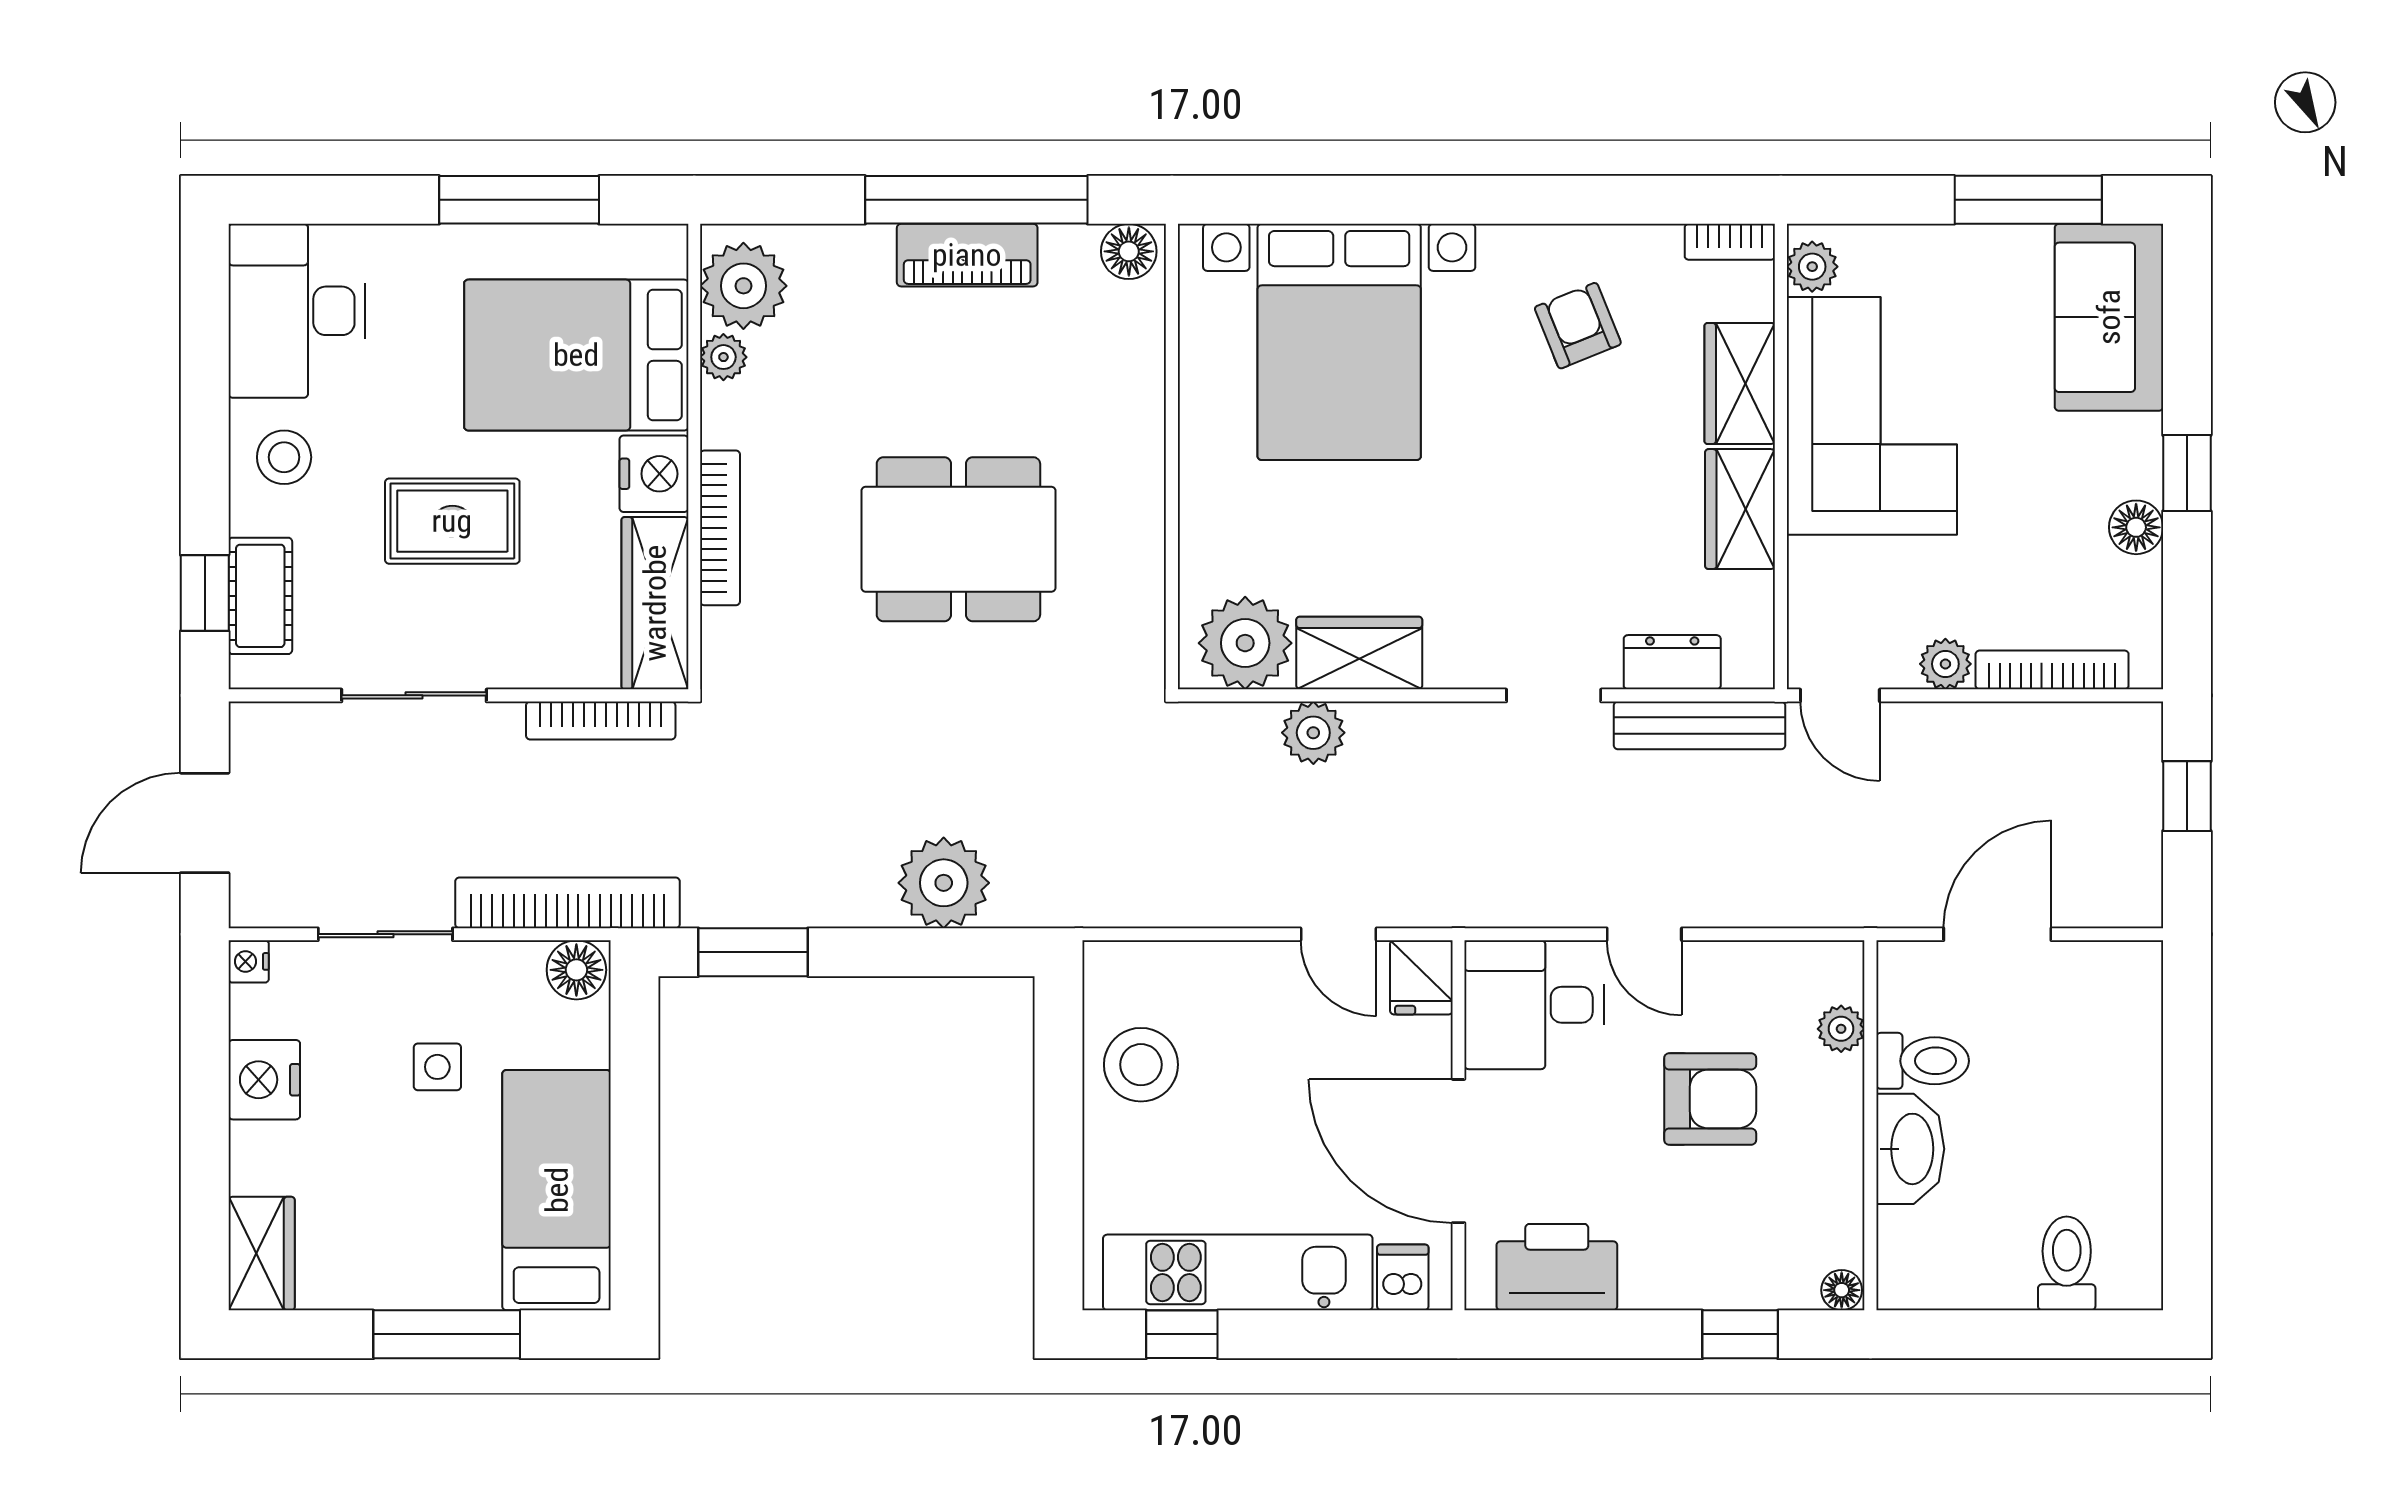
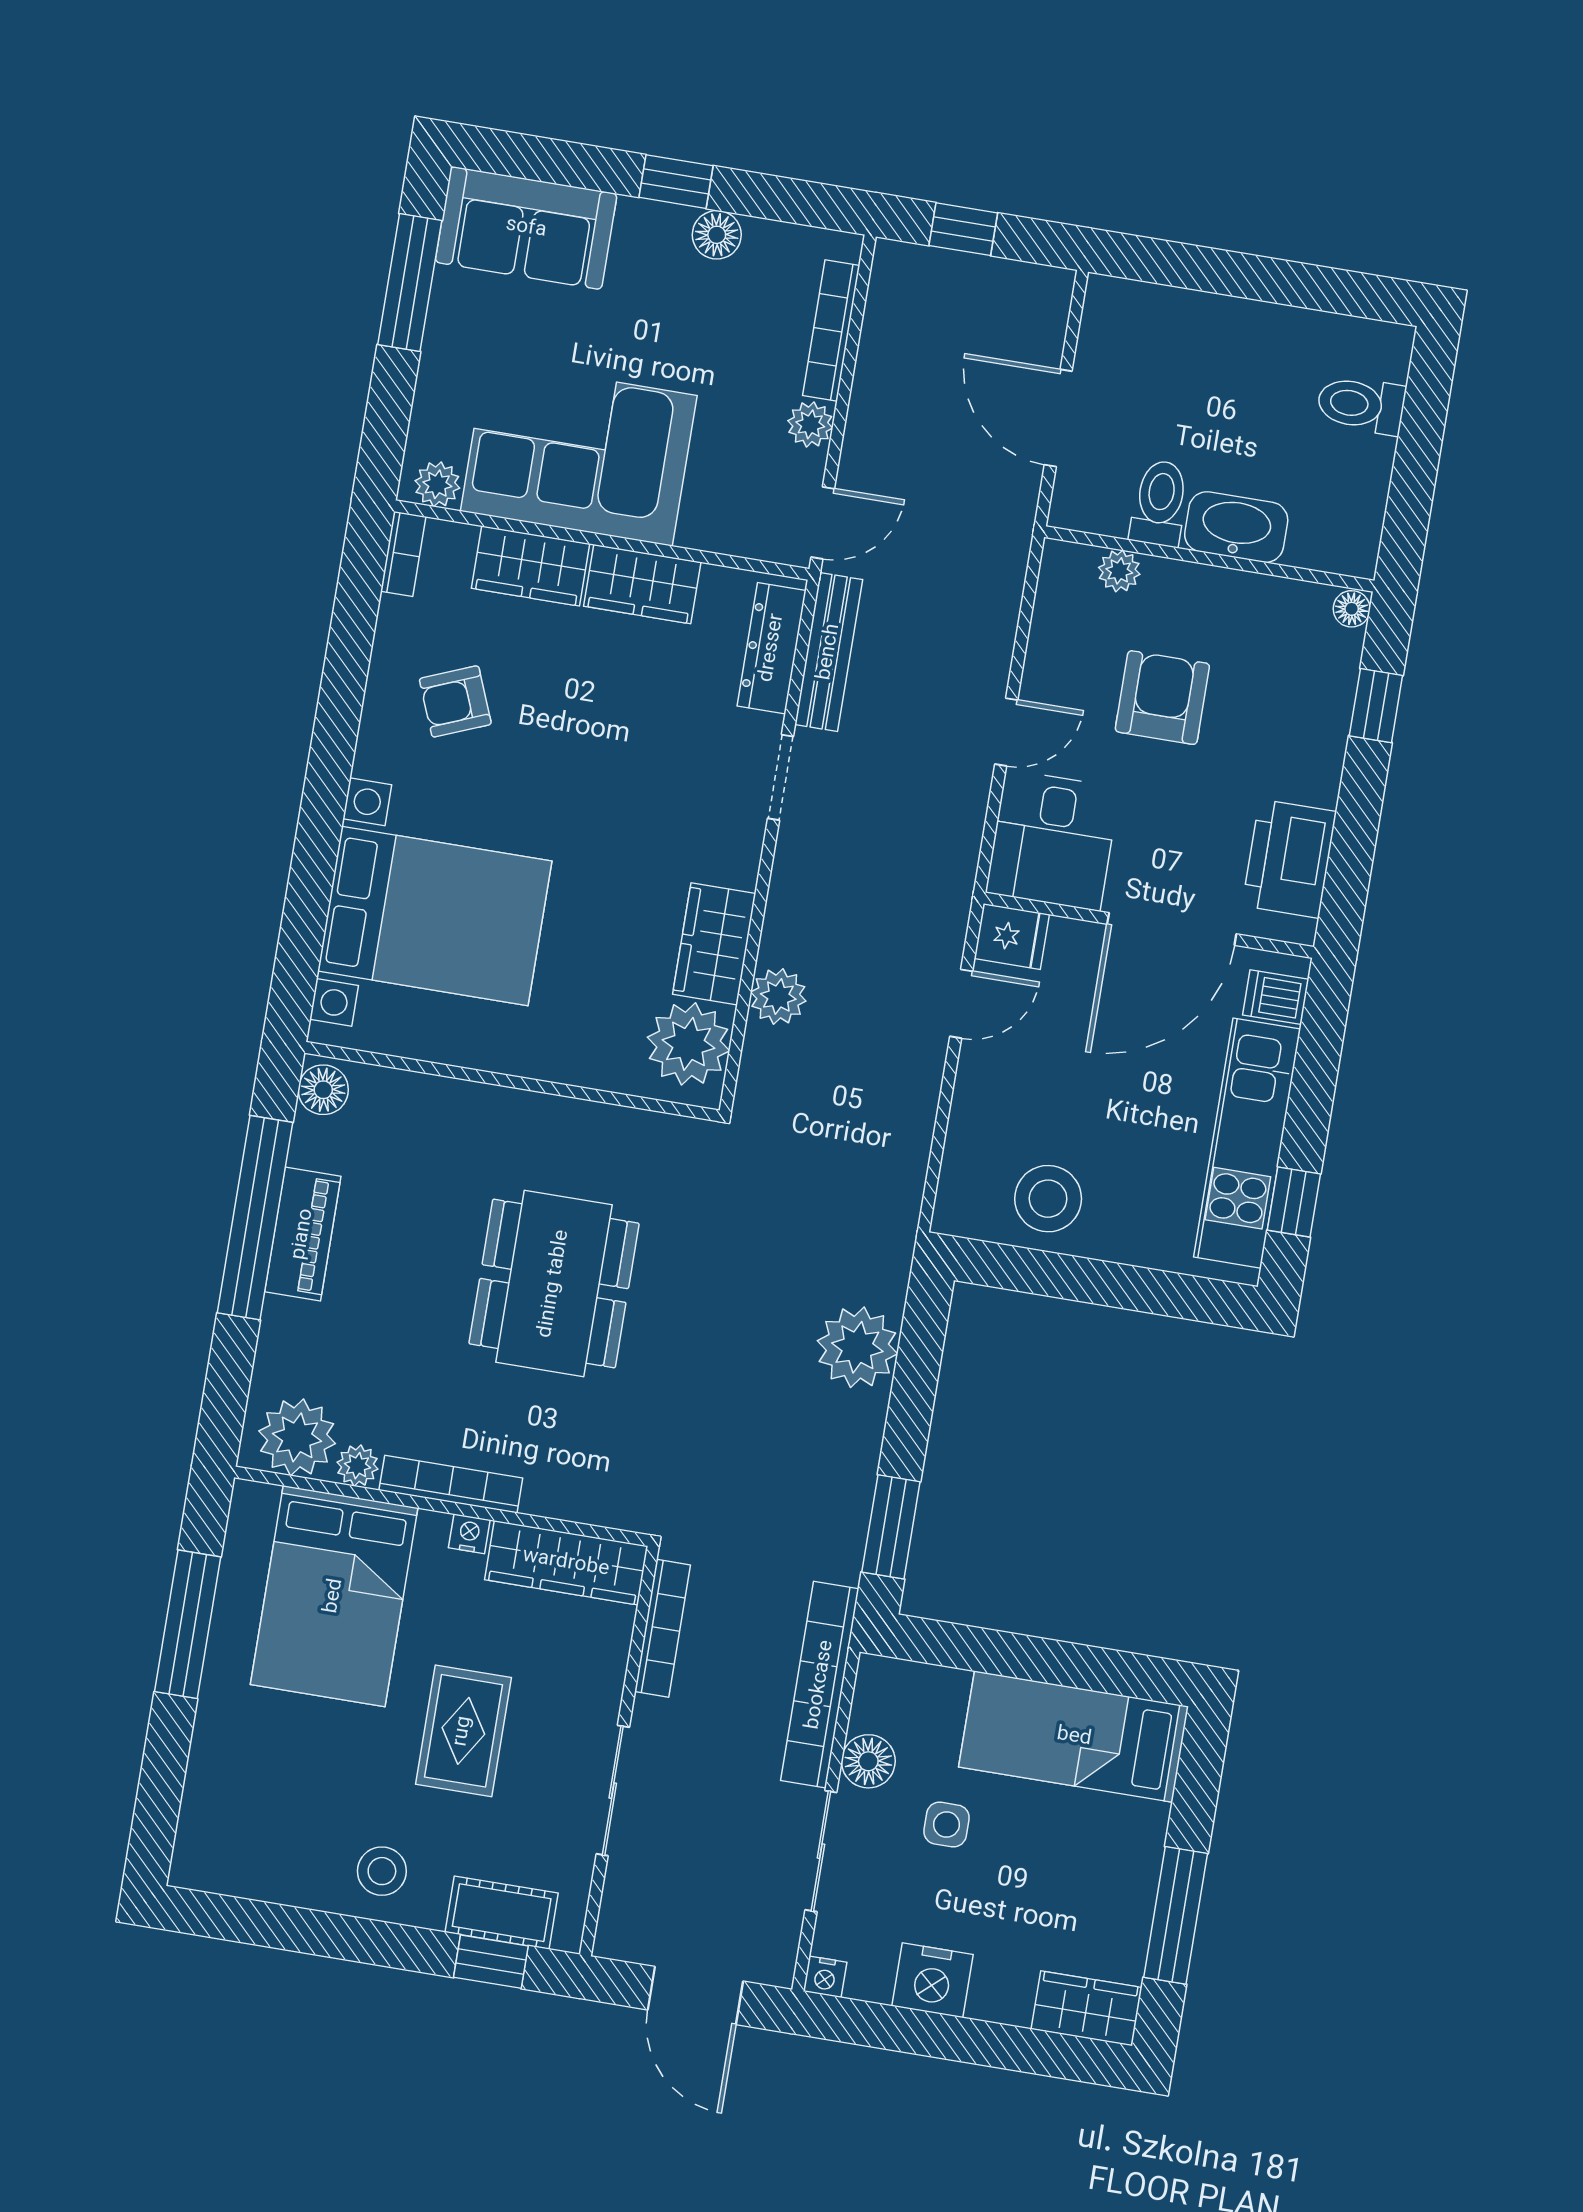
desk: (297, 311) -> (254, 1838), removed
nightstand: (654, 474) -> (469, 1534), width x0.53, depth x0.56
bookcase: (720, 528) -> (451, 1484), moved
dresser: (1672, 662) -> (772, 648), width x1.44
floor lamp: (576, 970) -> (868, 1761), moved
window: (447, 1334) -> (1176, 1915), moved

